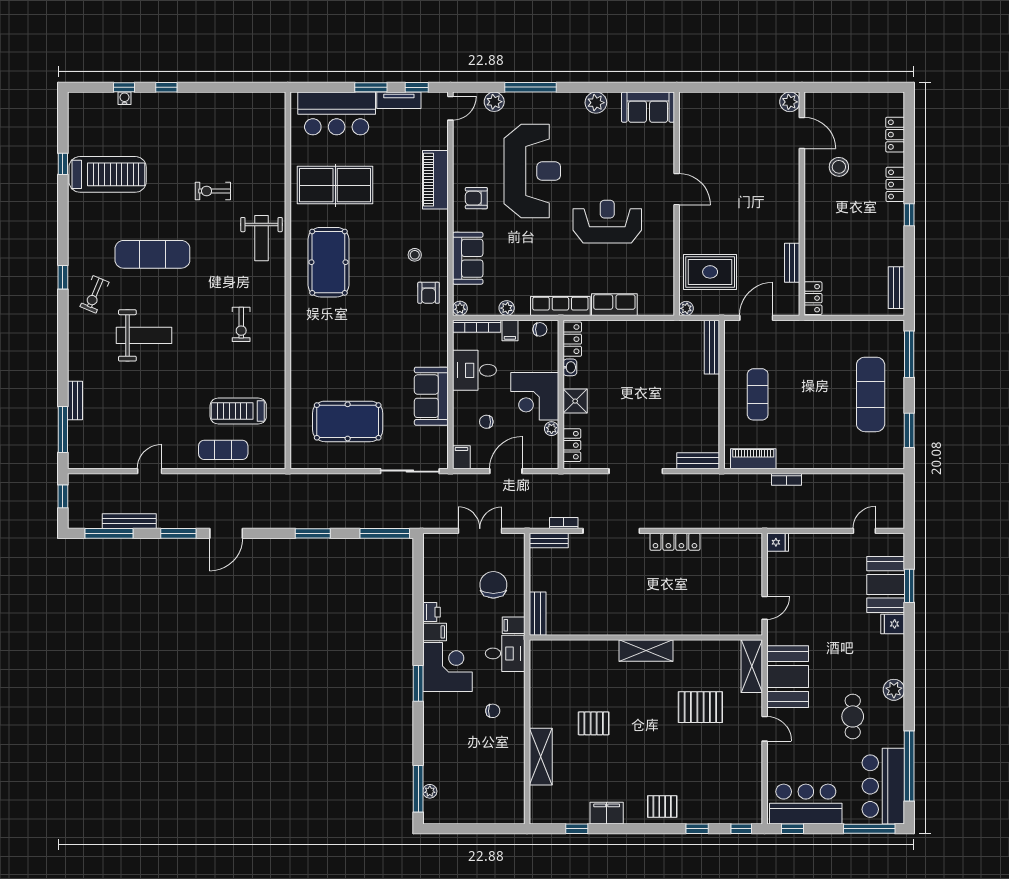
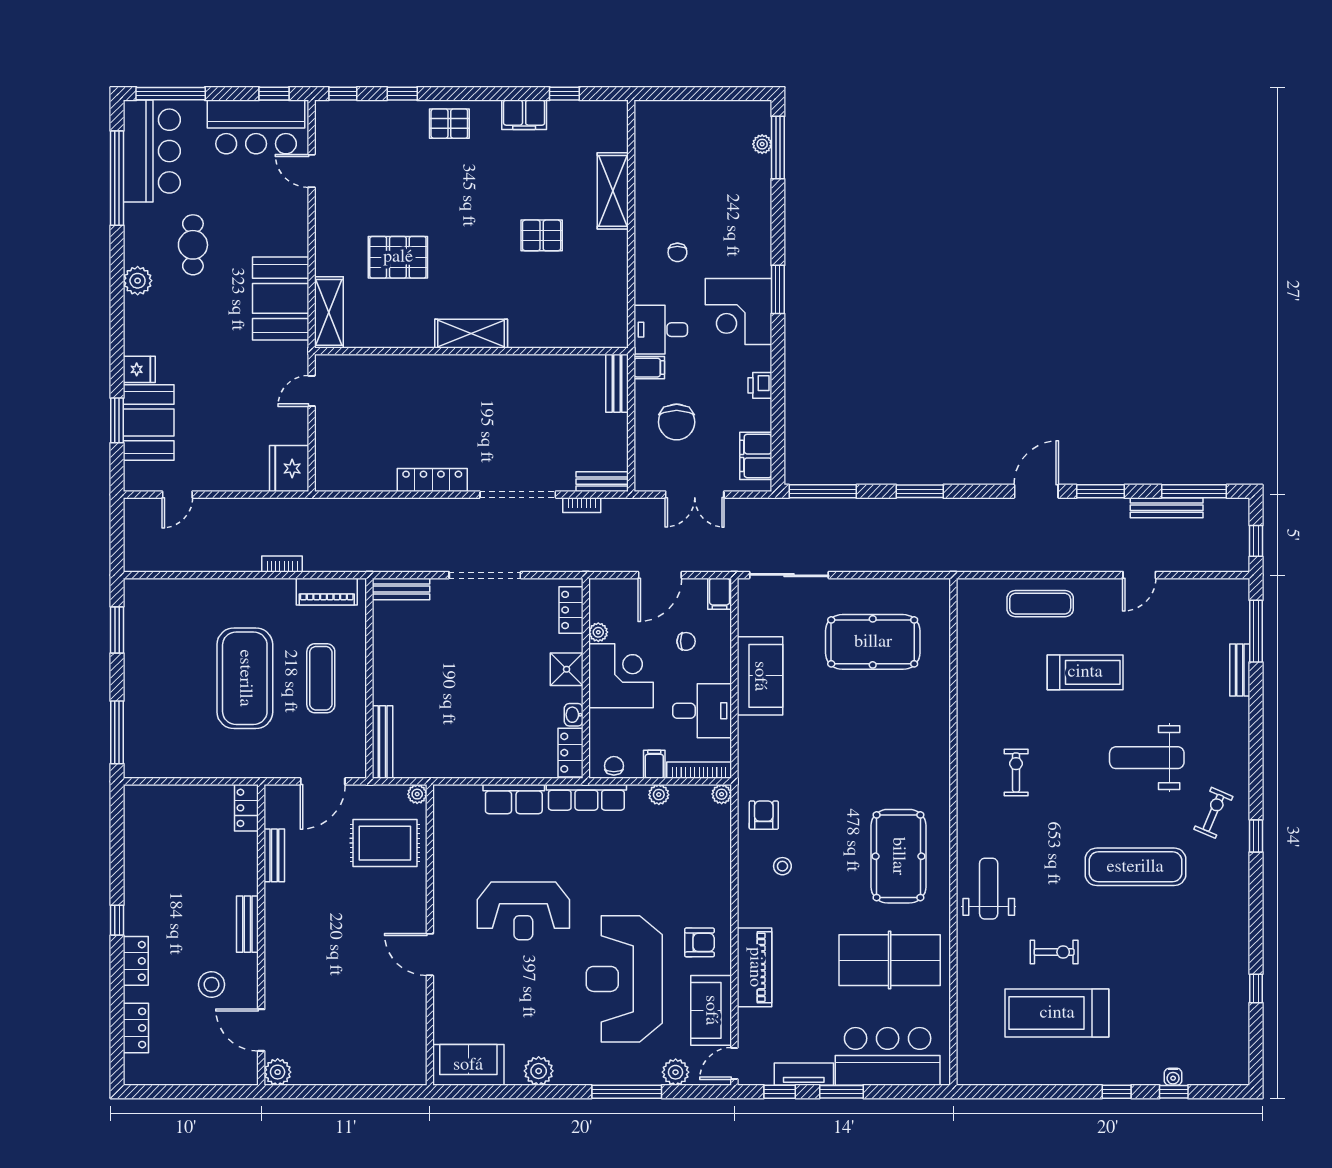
treadmill: (108, 174) -> (1057, 1013), moved
sofa: (468, 258) -> (711, 1010), moved
bench: (896, 288) -> (247, 924), moved
chair: (540, 329) -> (614, 766), turned 90
exercise mat: (871, 394) -> (245, 678), moved, width x1.47
treadmill: (238, 411) -> (1085, 672), moved
fridge: (778, 542) -> (289, 468), width x1.88, depth x1.34
filing cabinet: (435, 632) -> (756, 456), moved, width x2.00
chair: (493, 711) -> (677, 252), turned -90
door: (765, 729) -> (312, 171), moved

